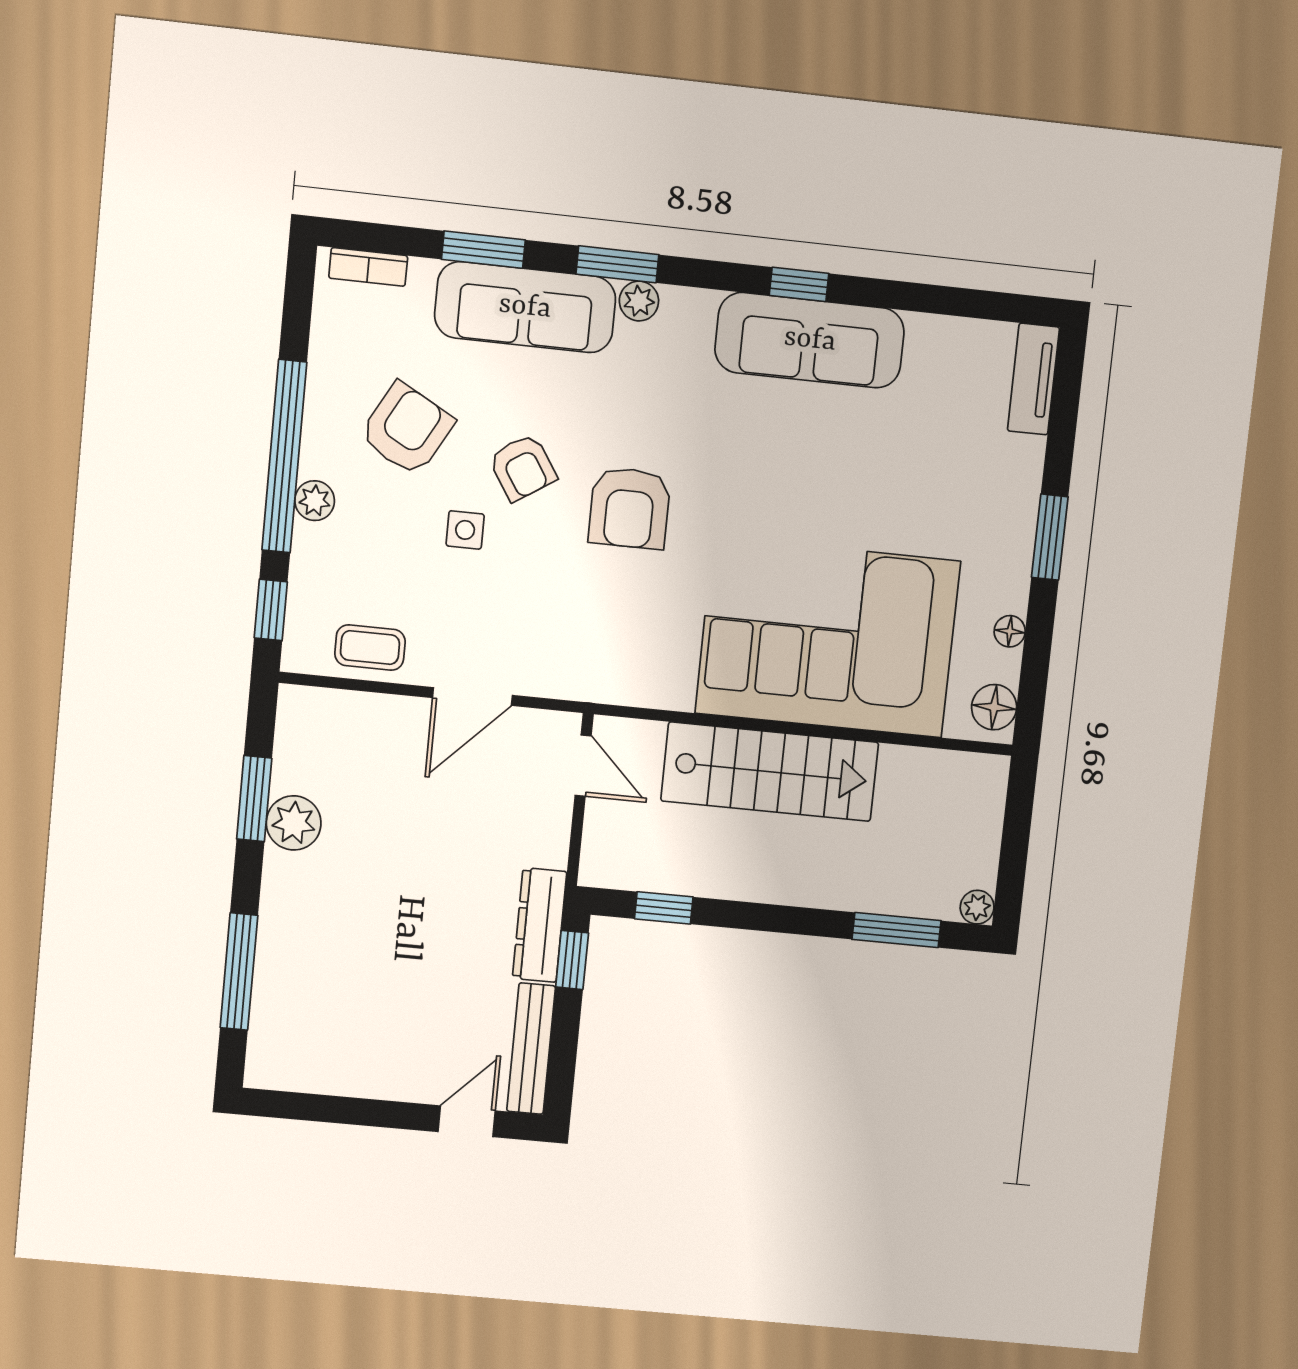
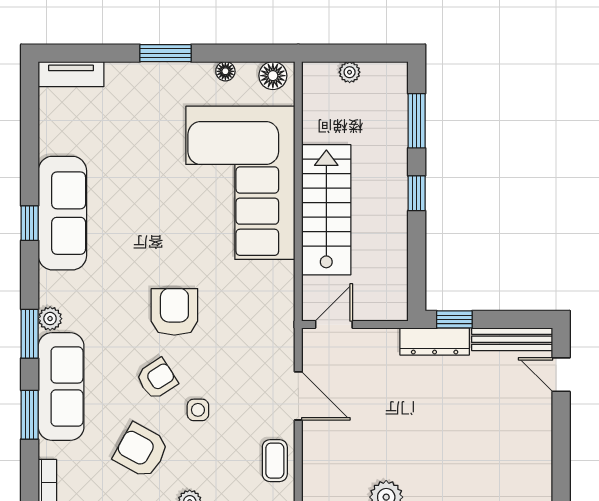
armchair: (630, 508) -> (174, 312), turned -90
plant: (977, 907) -> (350, 72), moved
window: (664, 908) -> (417, 193), moved

